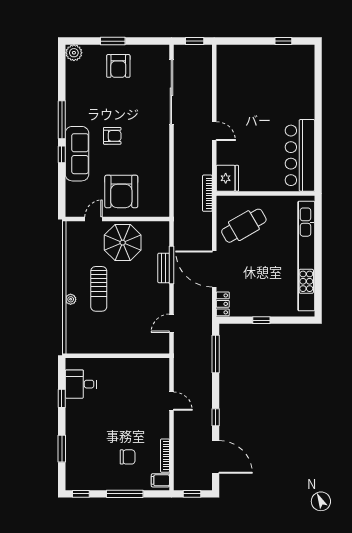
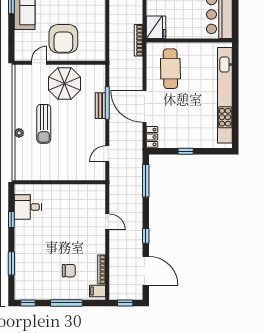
cafe table: (244, 226) -> (170, 69), turned -61

